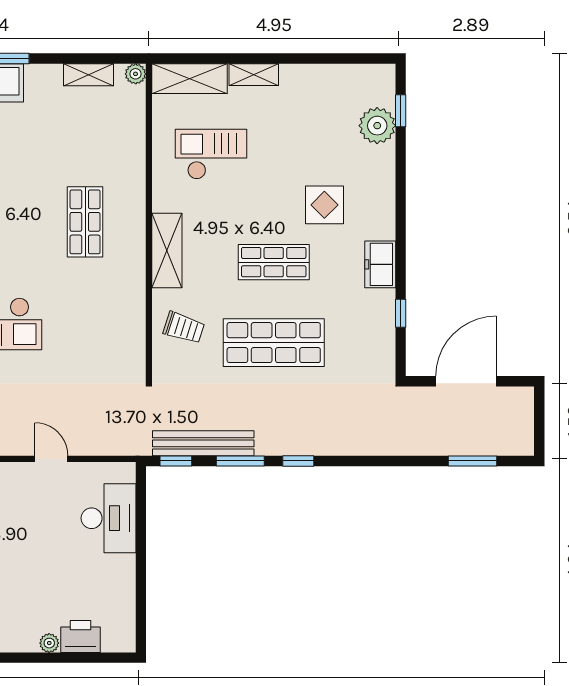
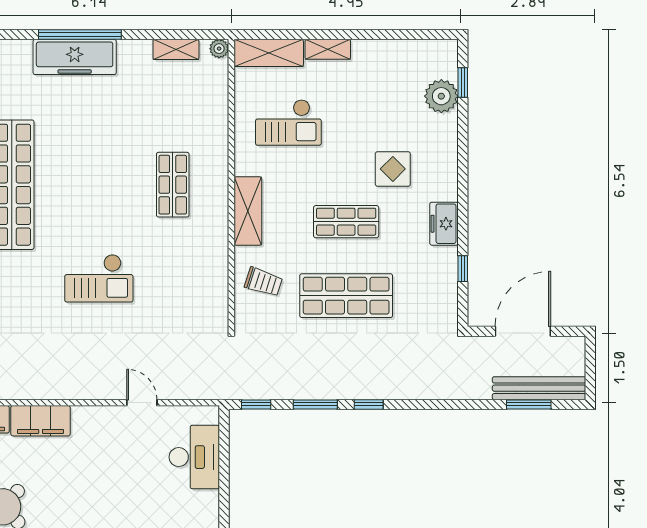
checkout: (211, 154) -> (288, 122), turned 180
bench: (203, 443) -> (539, 388), moved

